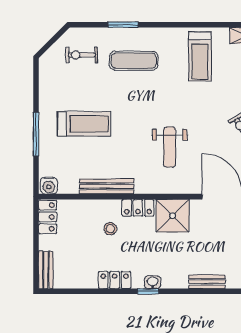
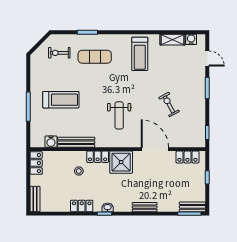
water cooler: (49, 186) -> (51, 142), moved

